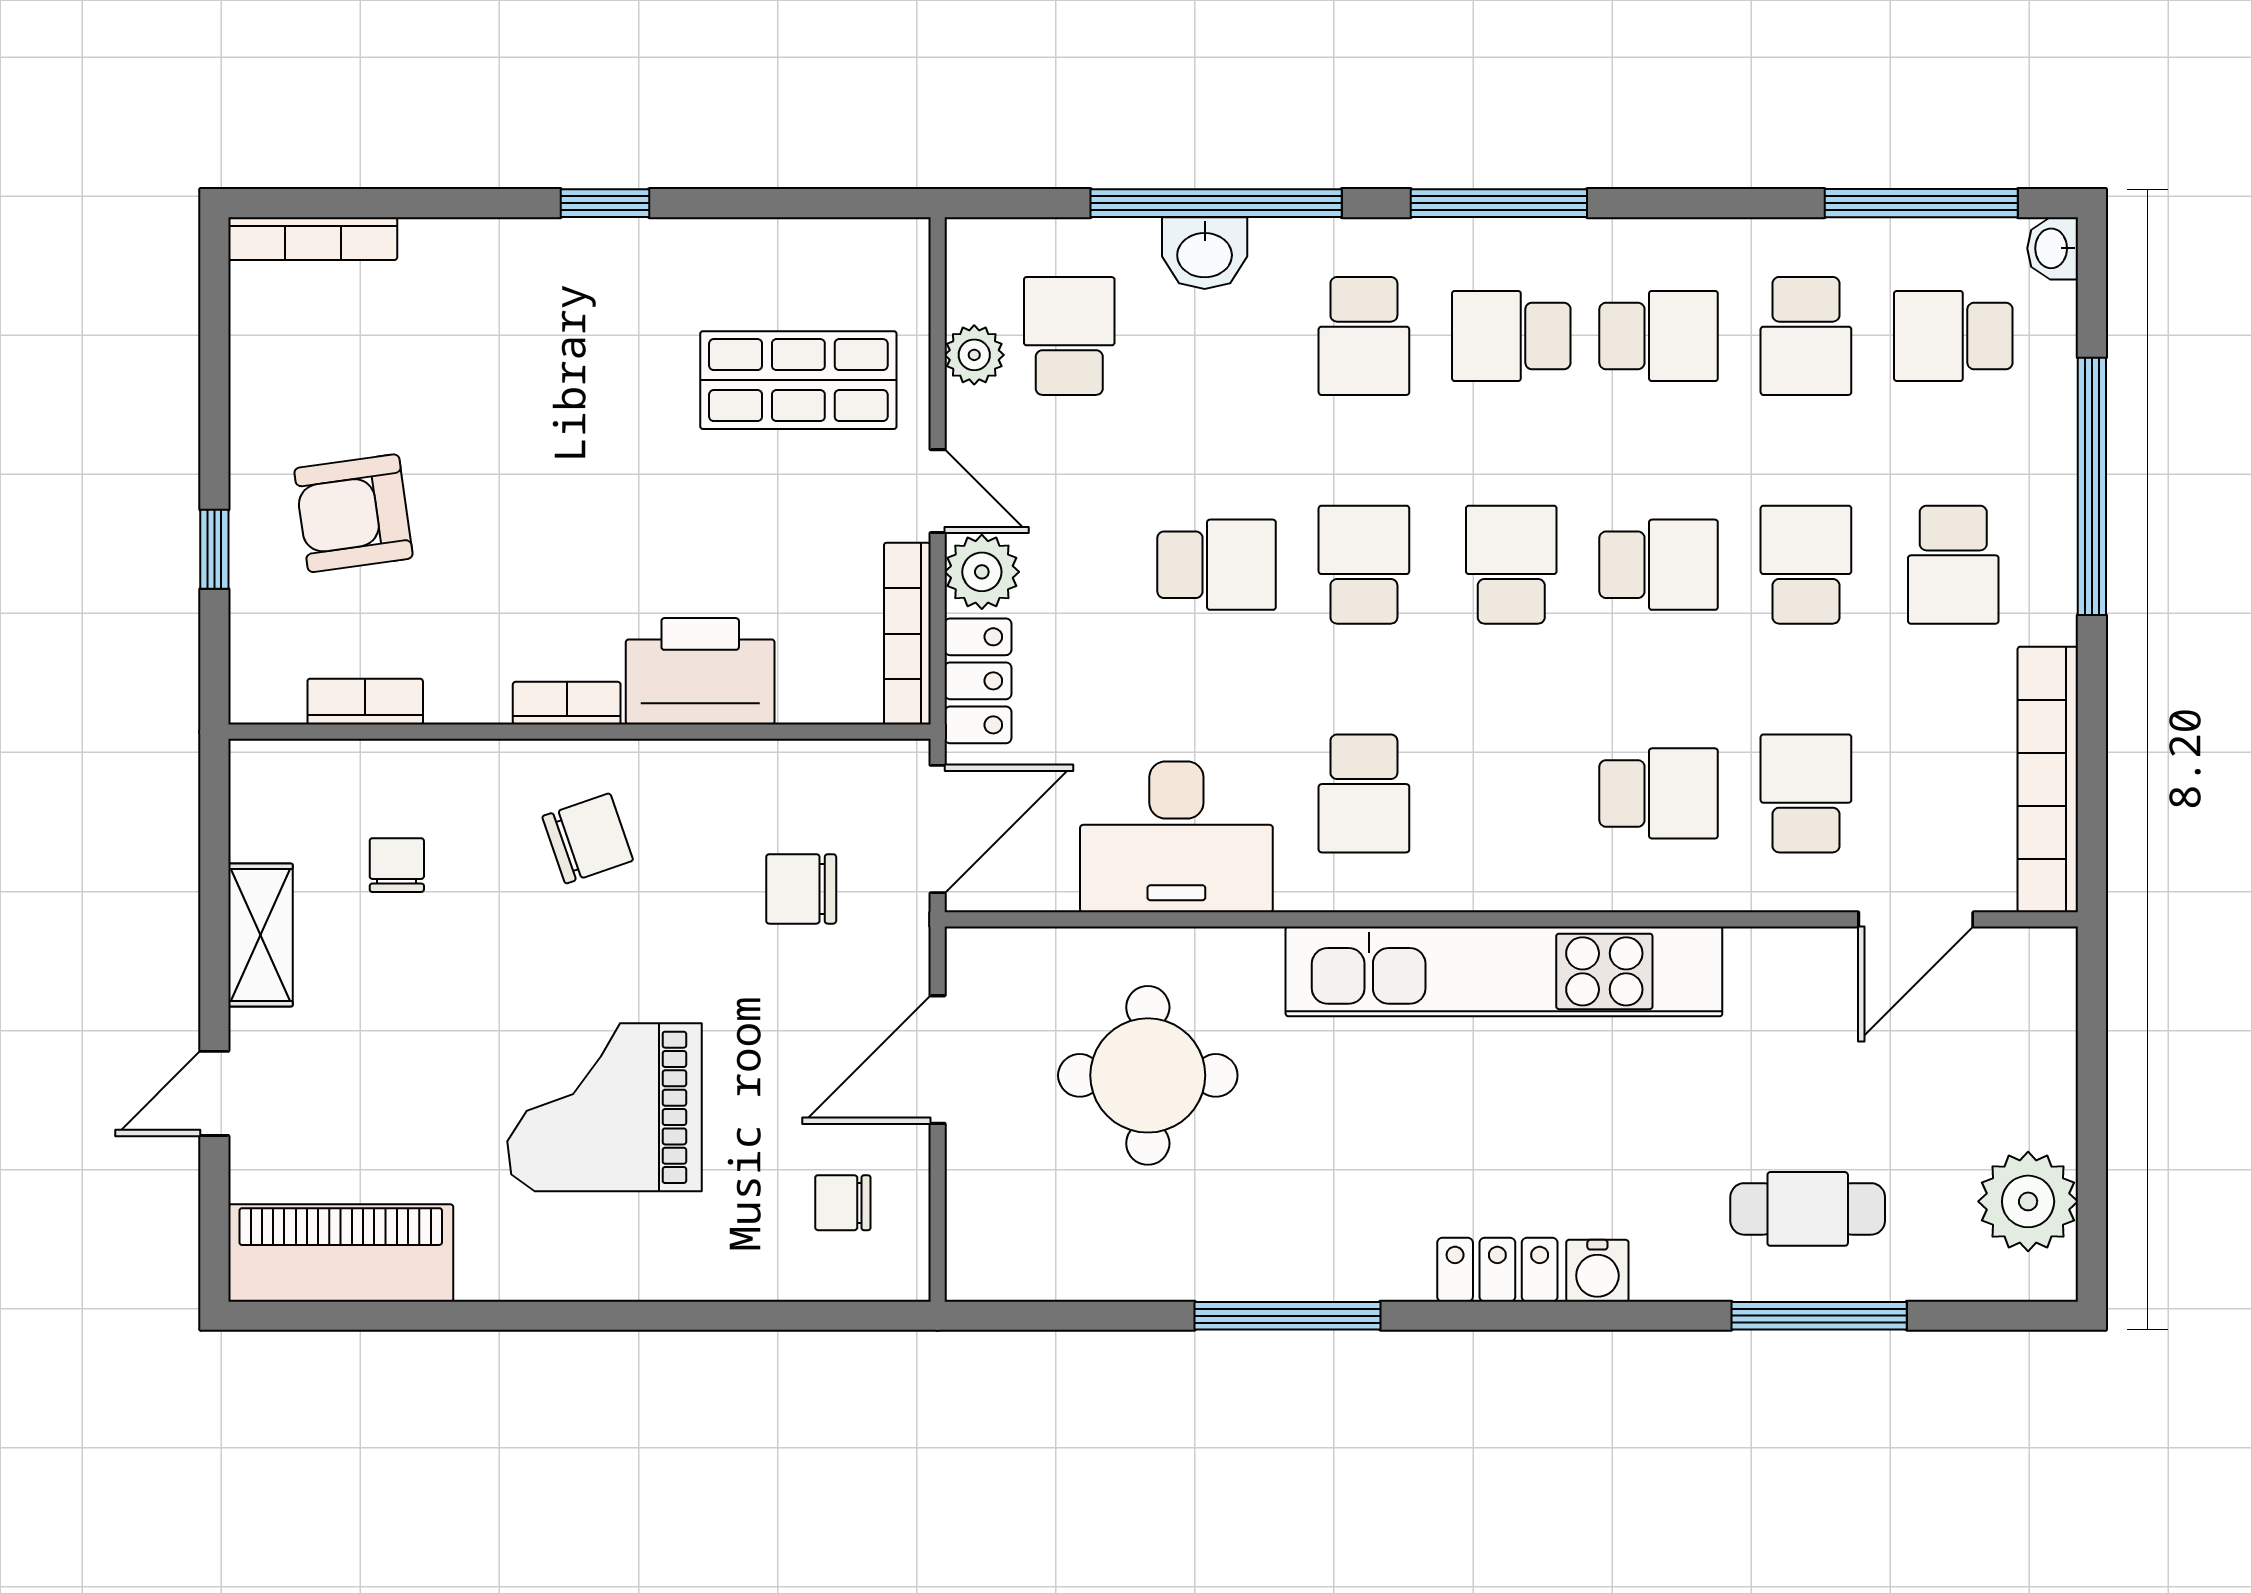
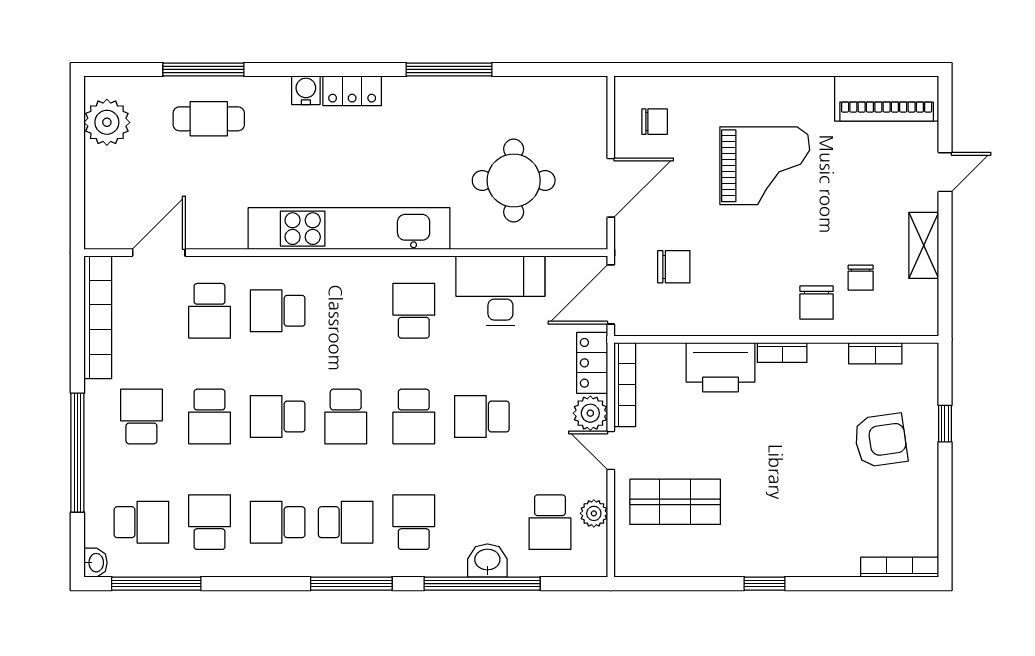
chair: (588, 838) -> (817, 303), moved, turned -71

